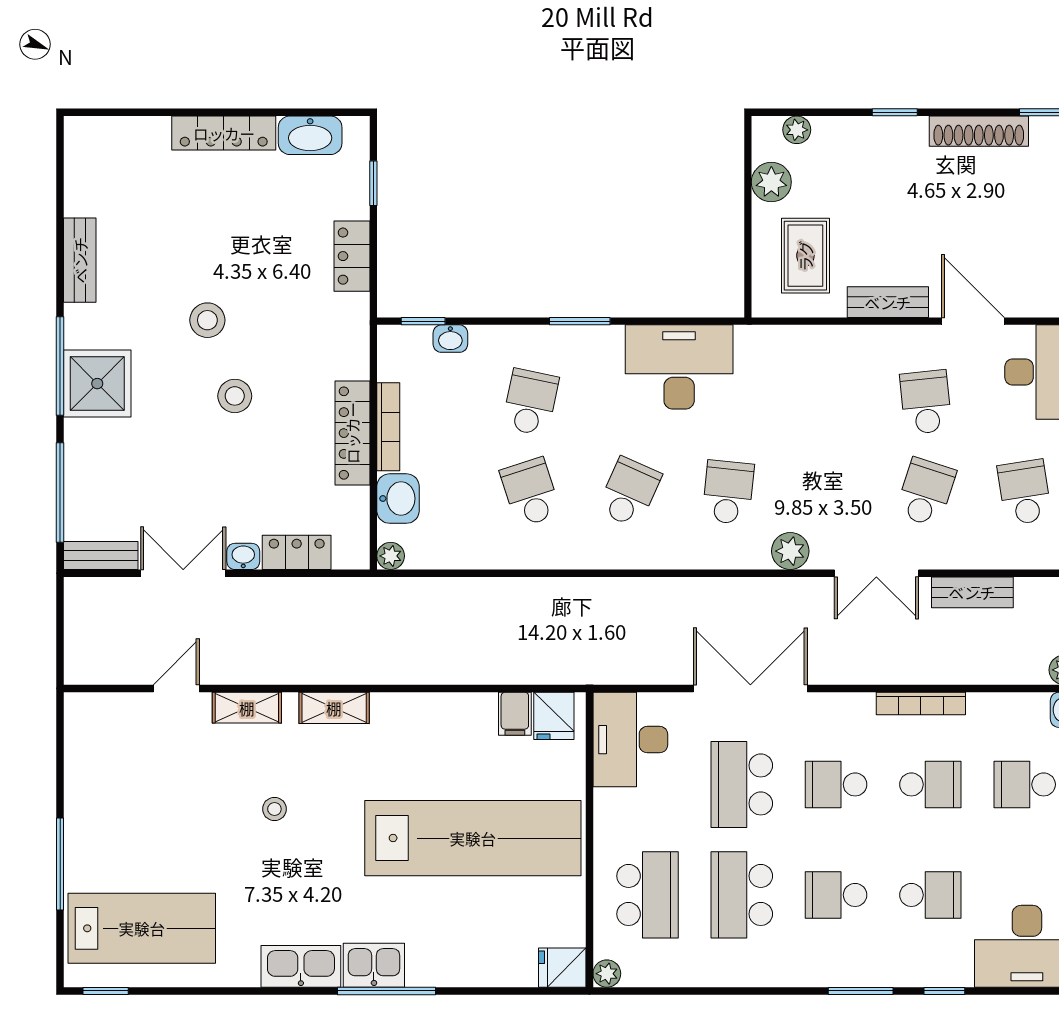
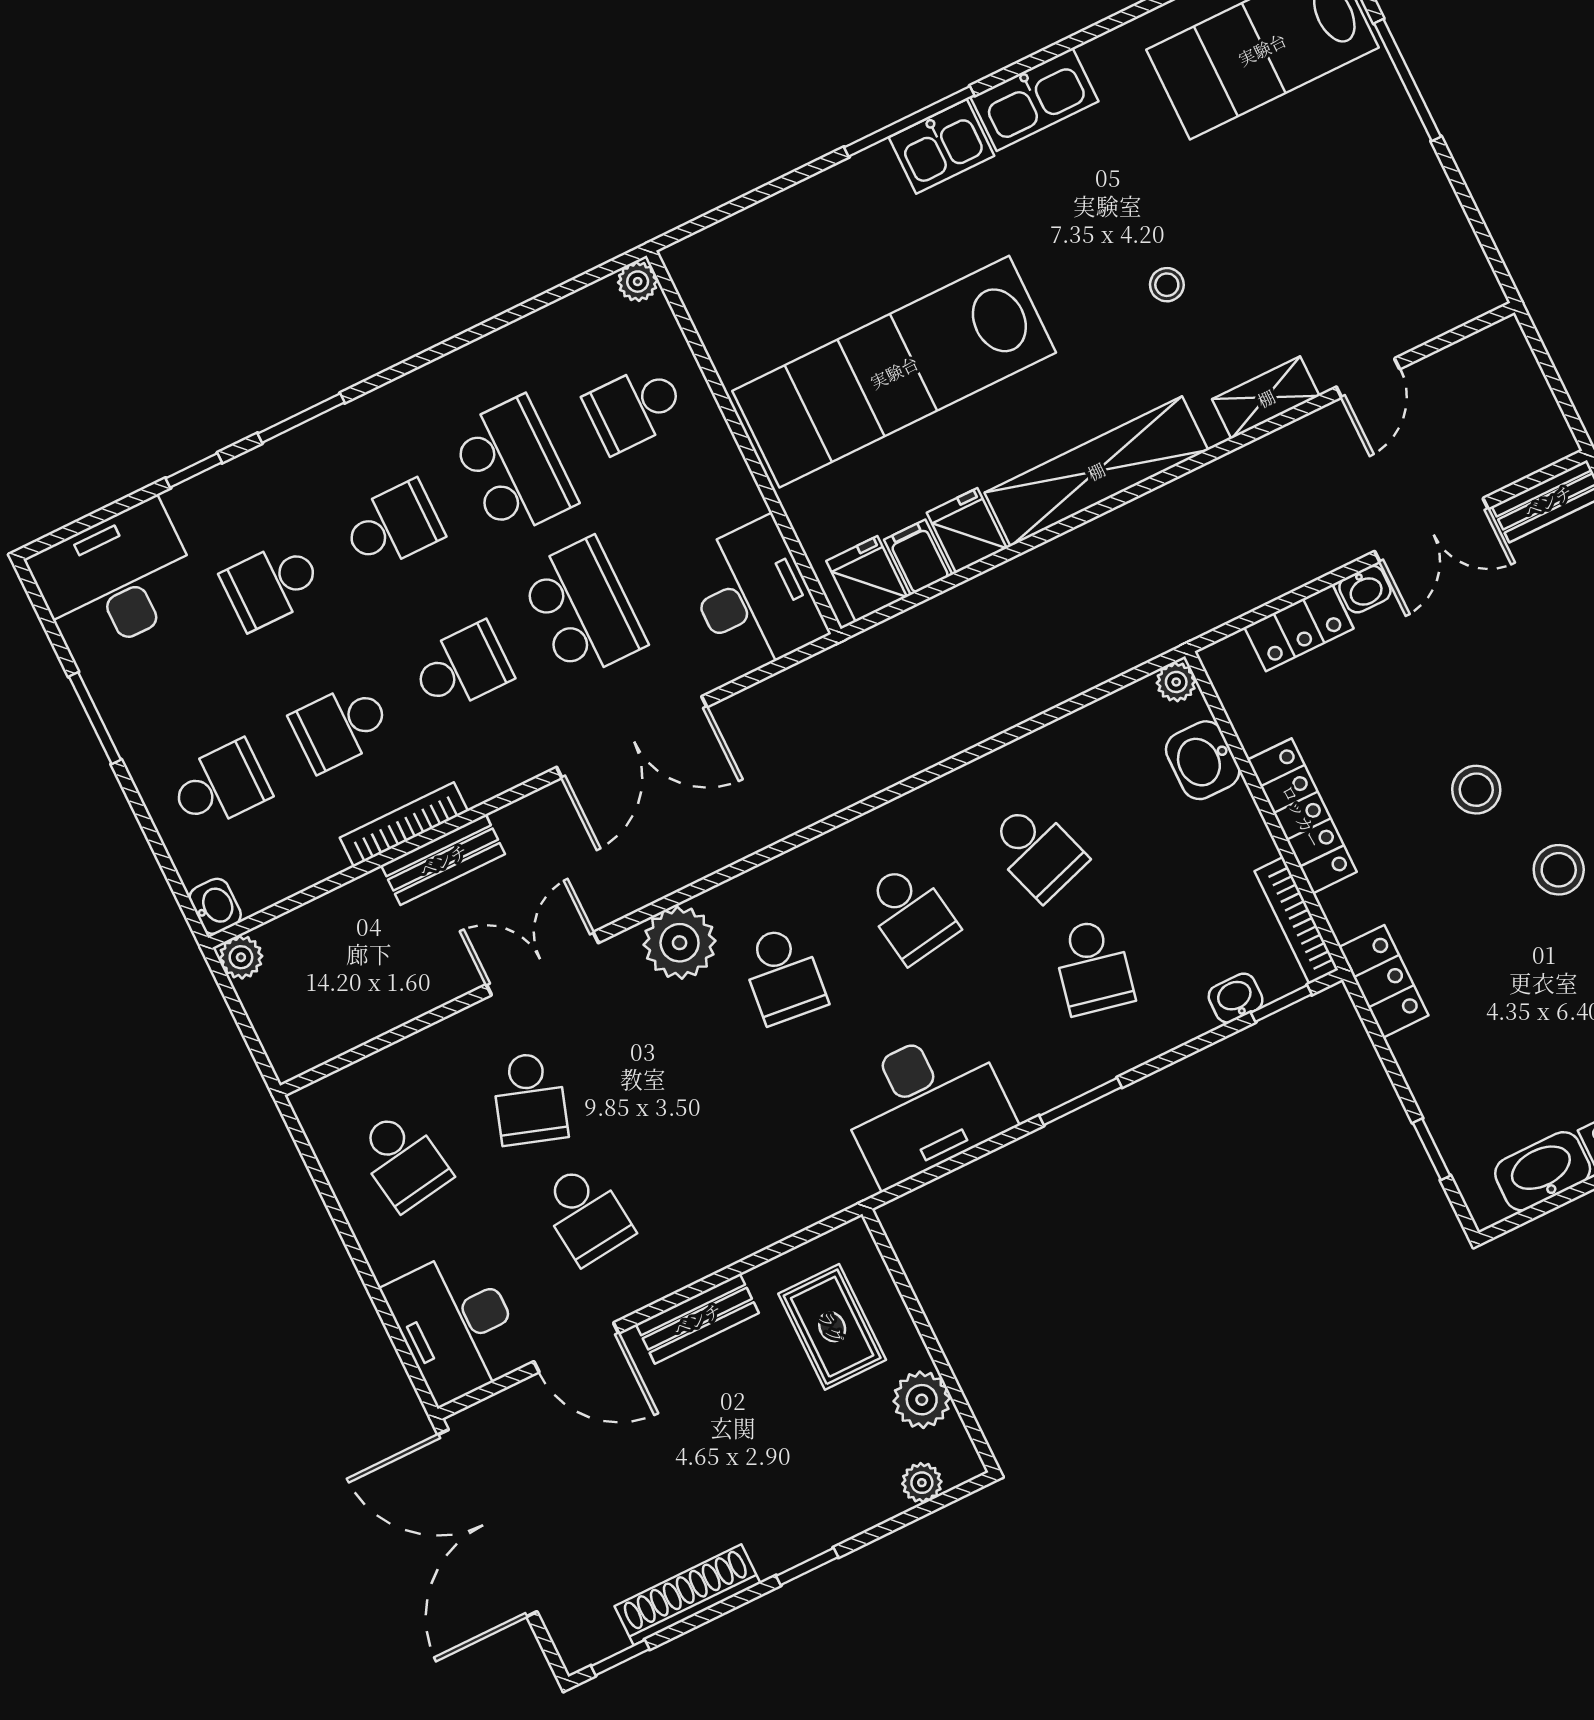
locker: (352, 256) -> (1384, 981), moved
bookcase: (388, 427) -> (1296, 920), moved
school desk: (629, 492) -> (910, 913), turned -33
plant: (790, 551) -> (680, 943), width x1.36, depth x1.36
bench: (972, 592) -> (443, 860), moved
shelving: (334, 708) -> (1096, 471), width x2.20, depth x1.33
school desk: (648, 895) -> (635, 408), width x0.54
fridge: (562, 968) -> (967, 530), moved, turned -90

